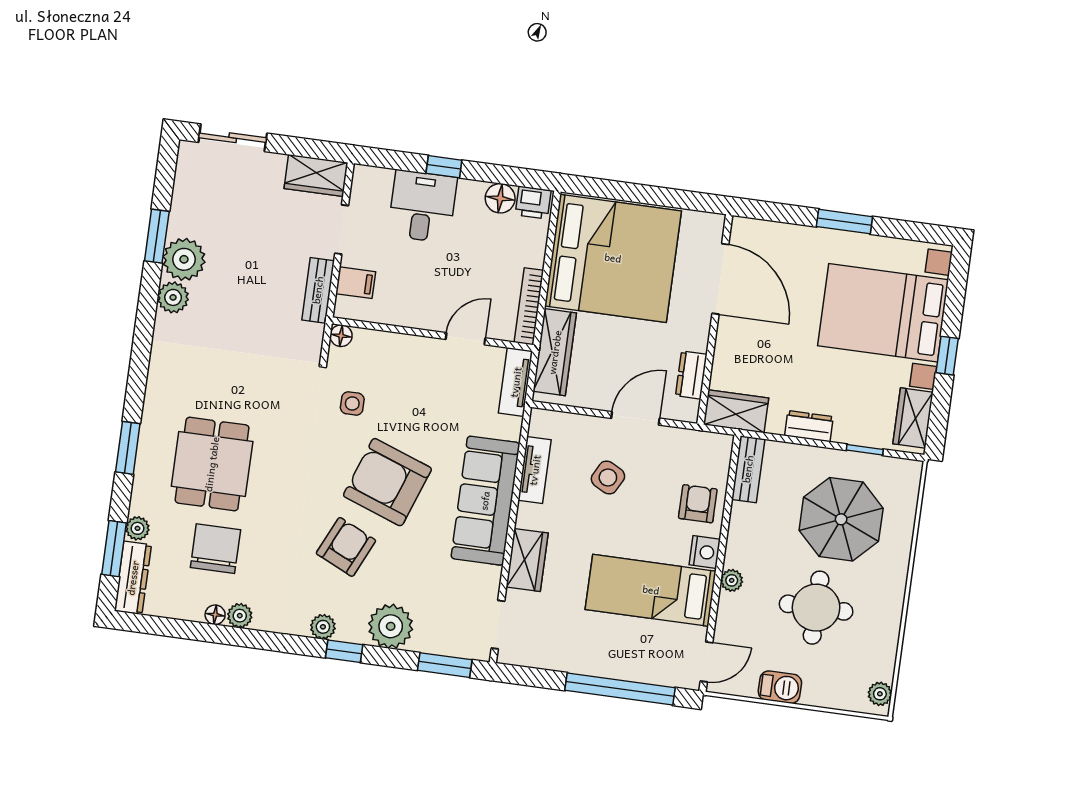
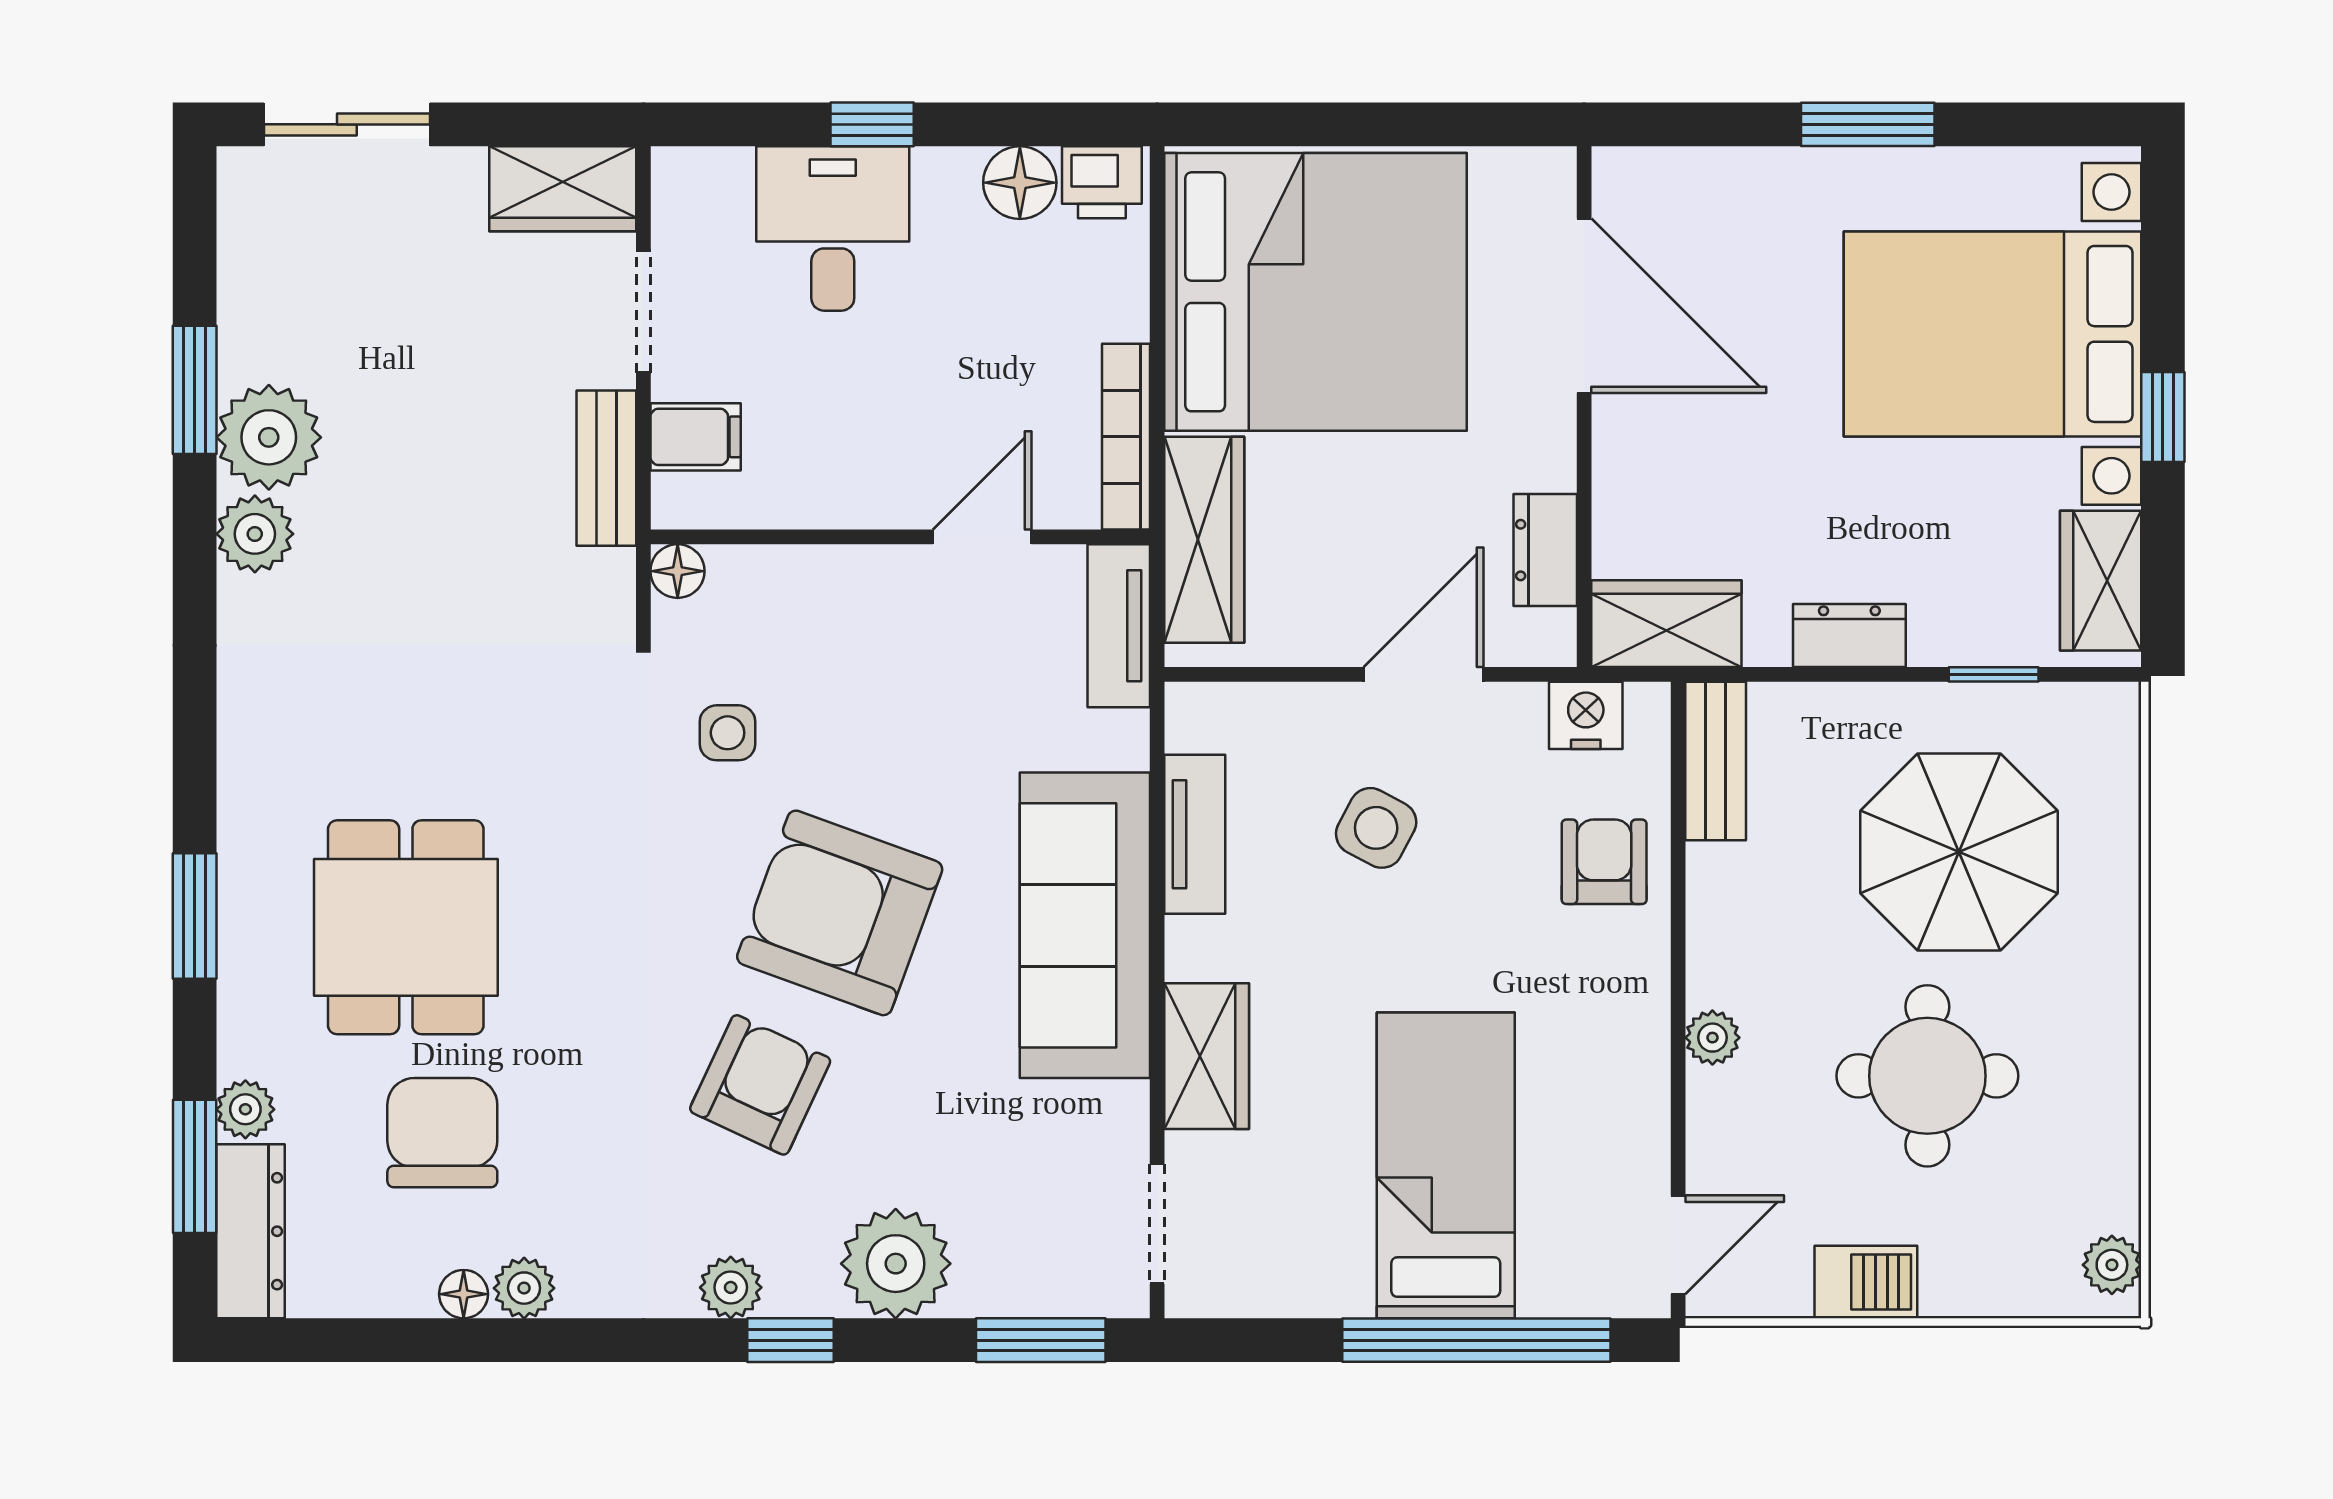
nightstand: (705, 552) -> (1586, 715), moved, turned -90
bed: (651, 590) -> (1446, 1165), moved, turned 90

